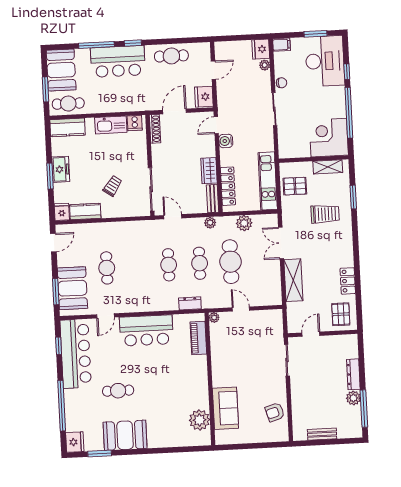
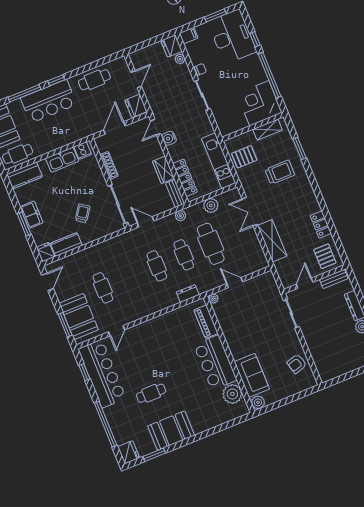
shoe rack: (155, 129) -> (109, 165), moved
bar counter: (146, 330) -> (215, 362), moved, turned 90
bench: (322, 434) -> (334, 279), moved
plant: (222, 437) -> (258, 402), added

